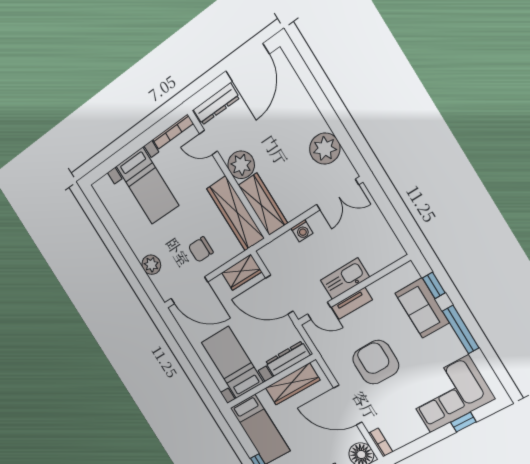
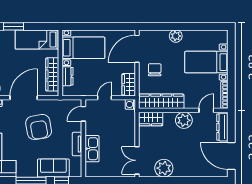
wardrobe: (263, 204) -> (151, 119), width x0.67
washing machine: (302, 231) -> (130, 104), moved
plant: (151, 265) -> (176, 36), moved
kitchen sink: (345, 279) -> (92, 149), moved
door: (279, 295) -> (105, 98), width x0.53
tv unit: (352, 303) -> (77, 144), moved
dresser: (288, 359) -> (68, 76), width x0.70
armchair: (376, 362) -> (39, 127), turned 80

